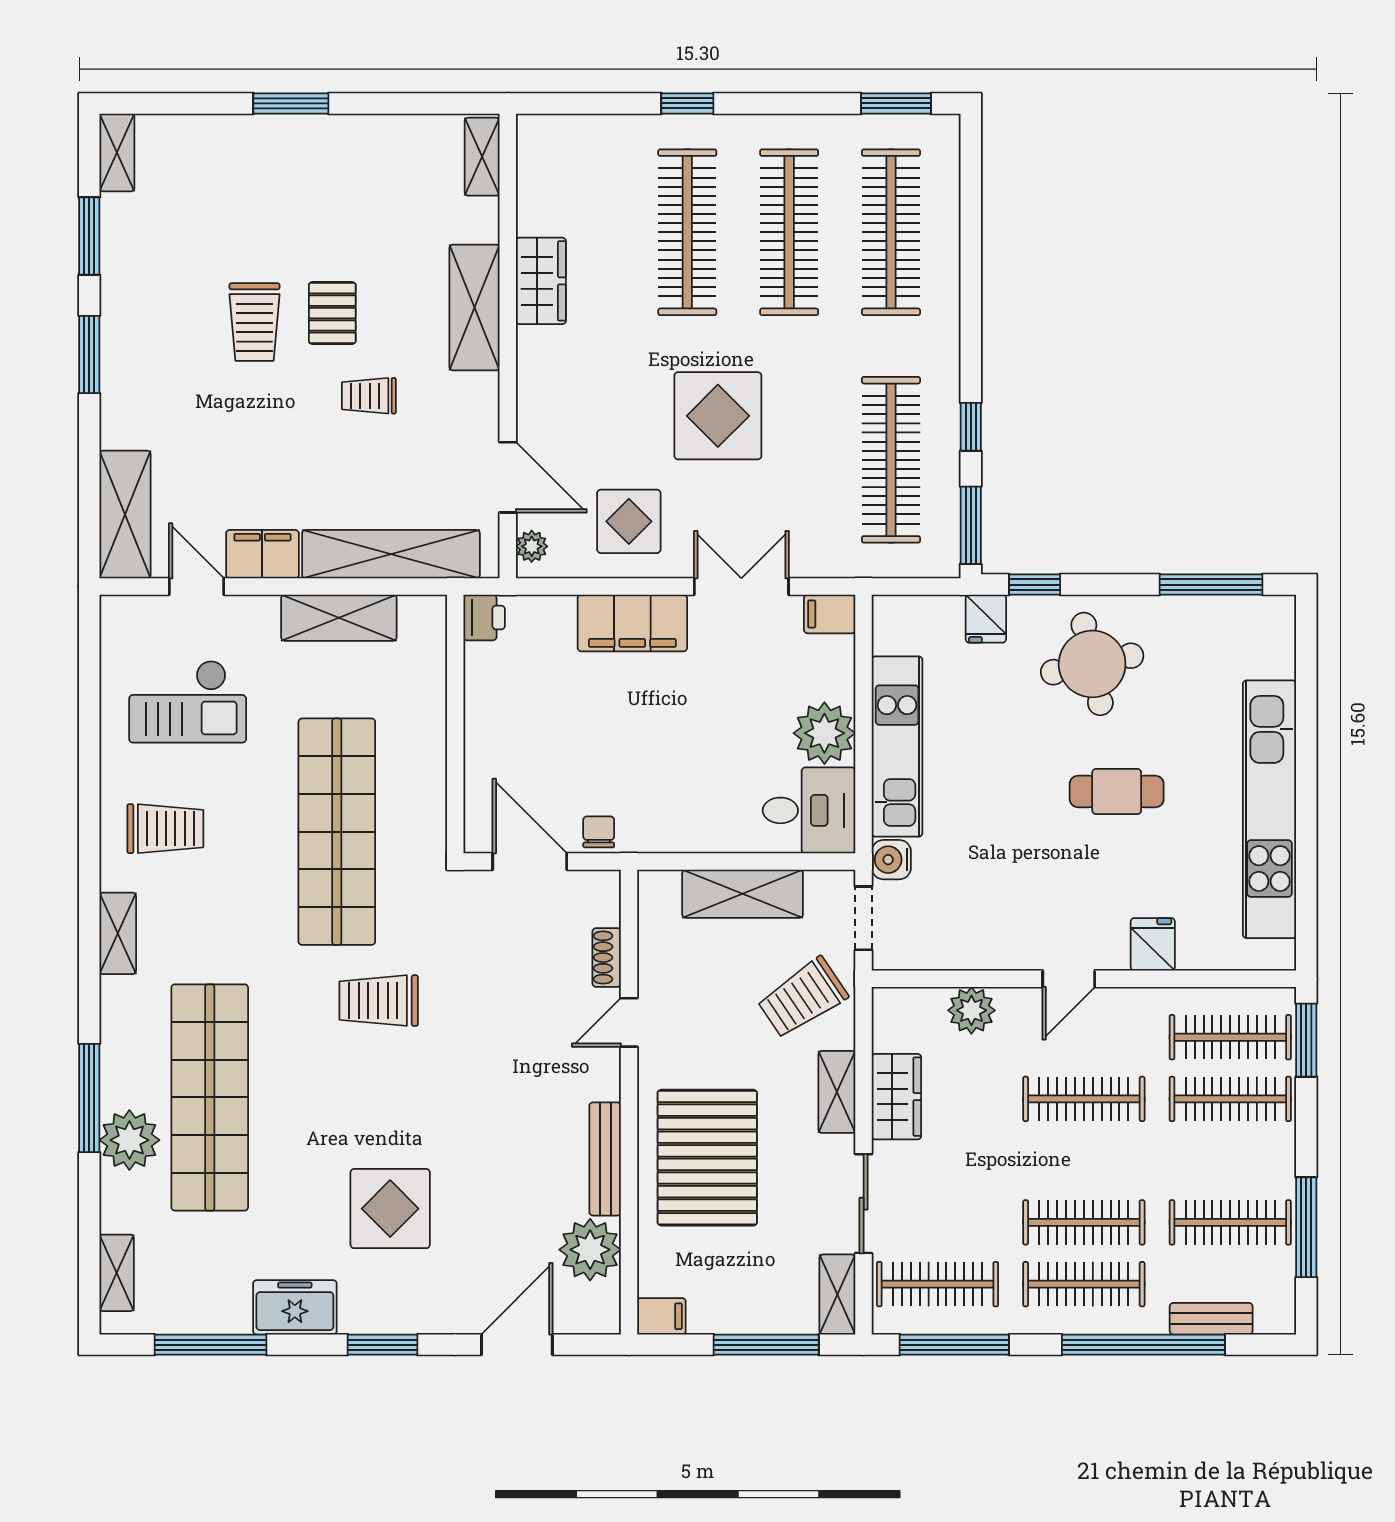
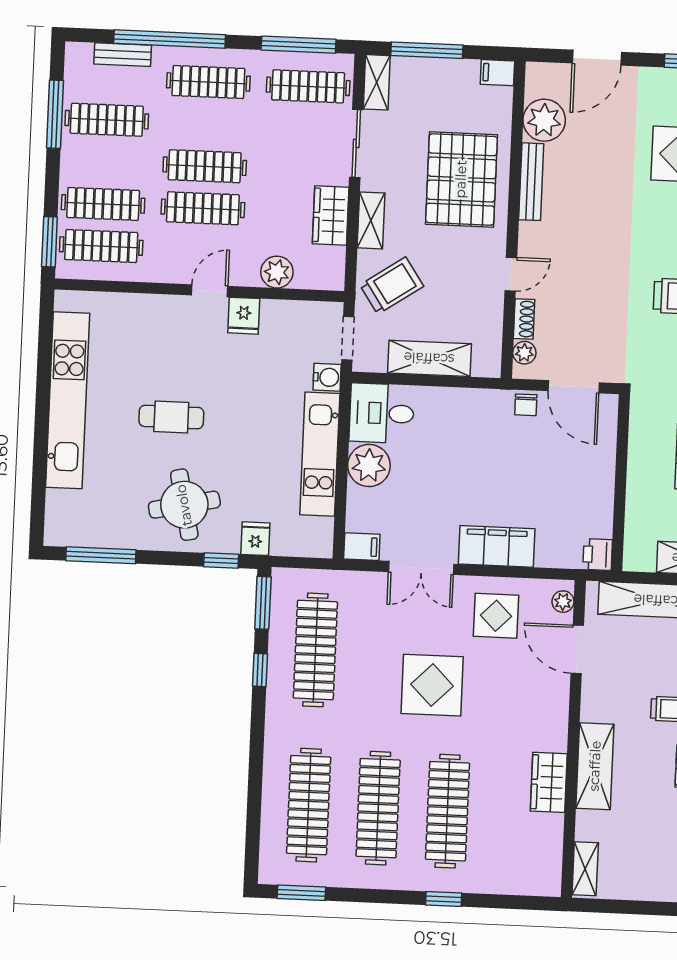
plant: (604, 908) -> (524, 353), added
fridge: (1153, 944) -> (244, 316), moved
clothes rail: (1084, 1222) -> (205, 166), moved

